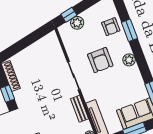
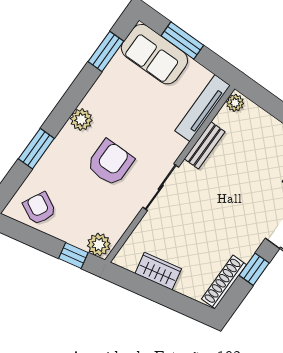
plant: (77, 23) -> (99, 245), moved
armchair: (111, 27) -> (39, 208), moved, turned -63
wardrobe: (36, 49) -> (158, 271), added

